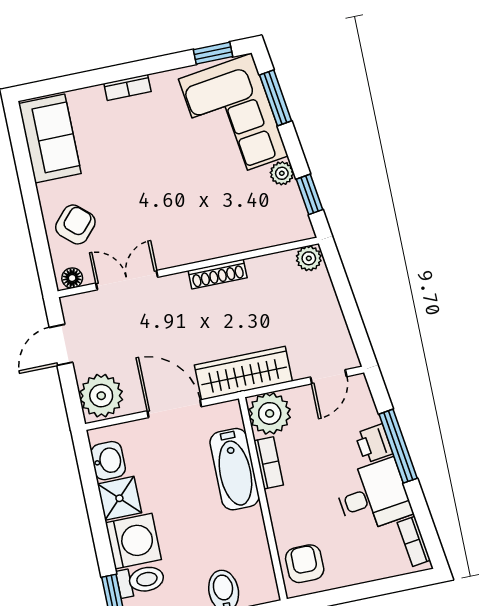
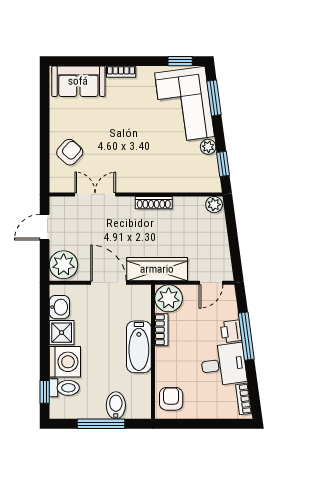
sofa: (50, 139) -> (78, 81), moved, turned 90
floor lamp: (72, 278) -> (61, 186), removed
bathtub: (235, 469) -> (139, 347), moved

